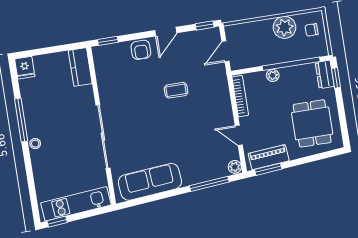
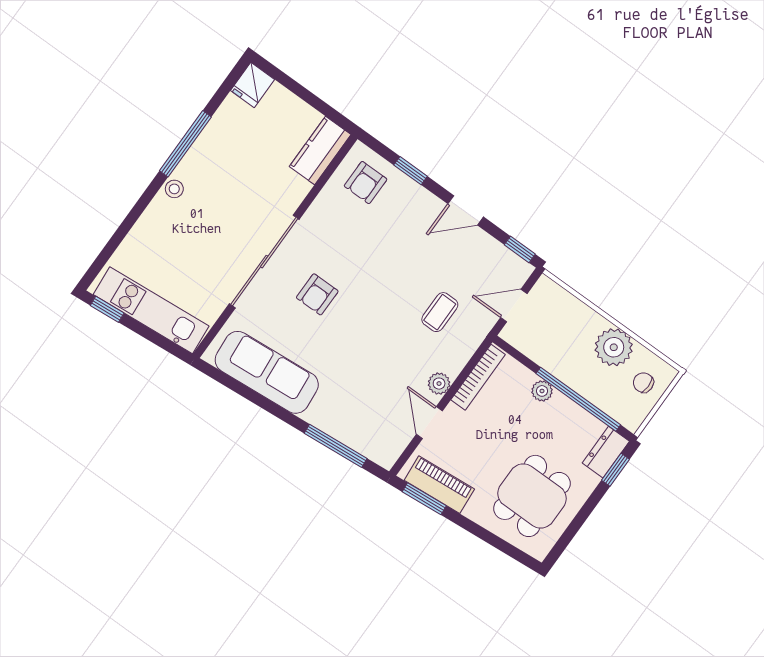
window: (108, 41) -> (411, 171), moved
armchair: (141, 50) -> (366, 183), moved
coffee table: (176, 90) -> (440, 312), moved, turned 90
armchair: (139, 128) -> (317, 294), added
plant: (235, 167) -> (439, 384), moved

